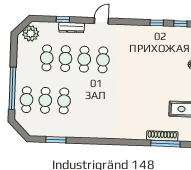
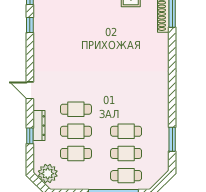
cafe table: (103, 60) -> (76, 87), removed

